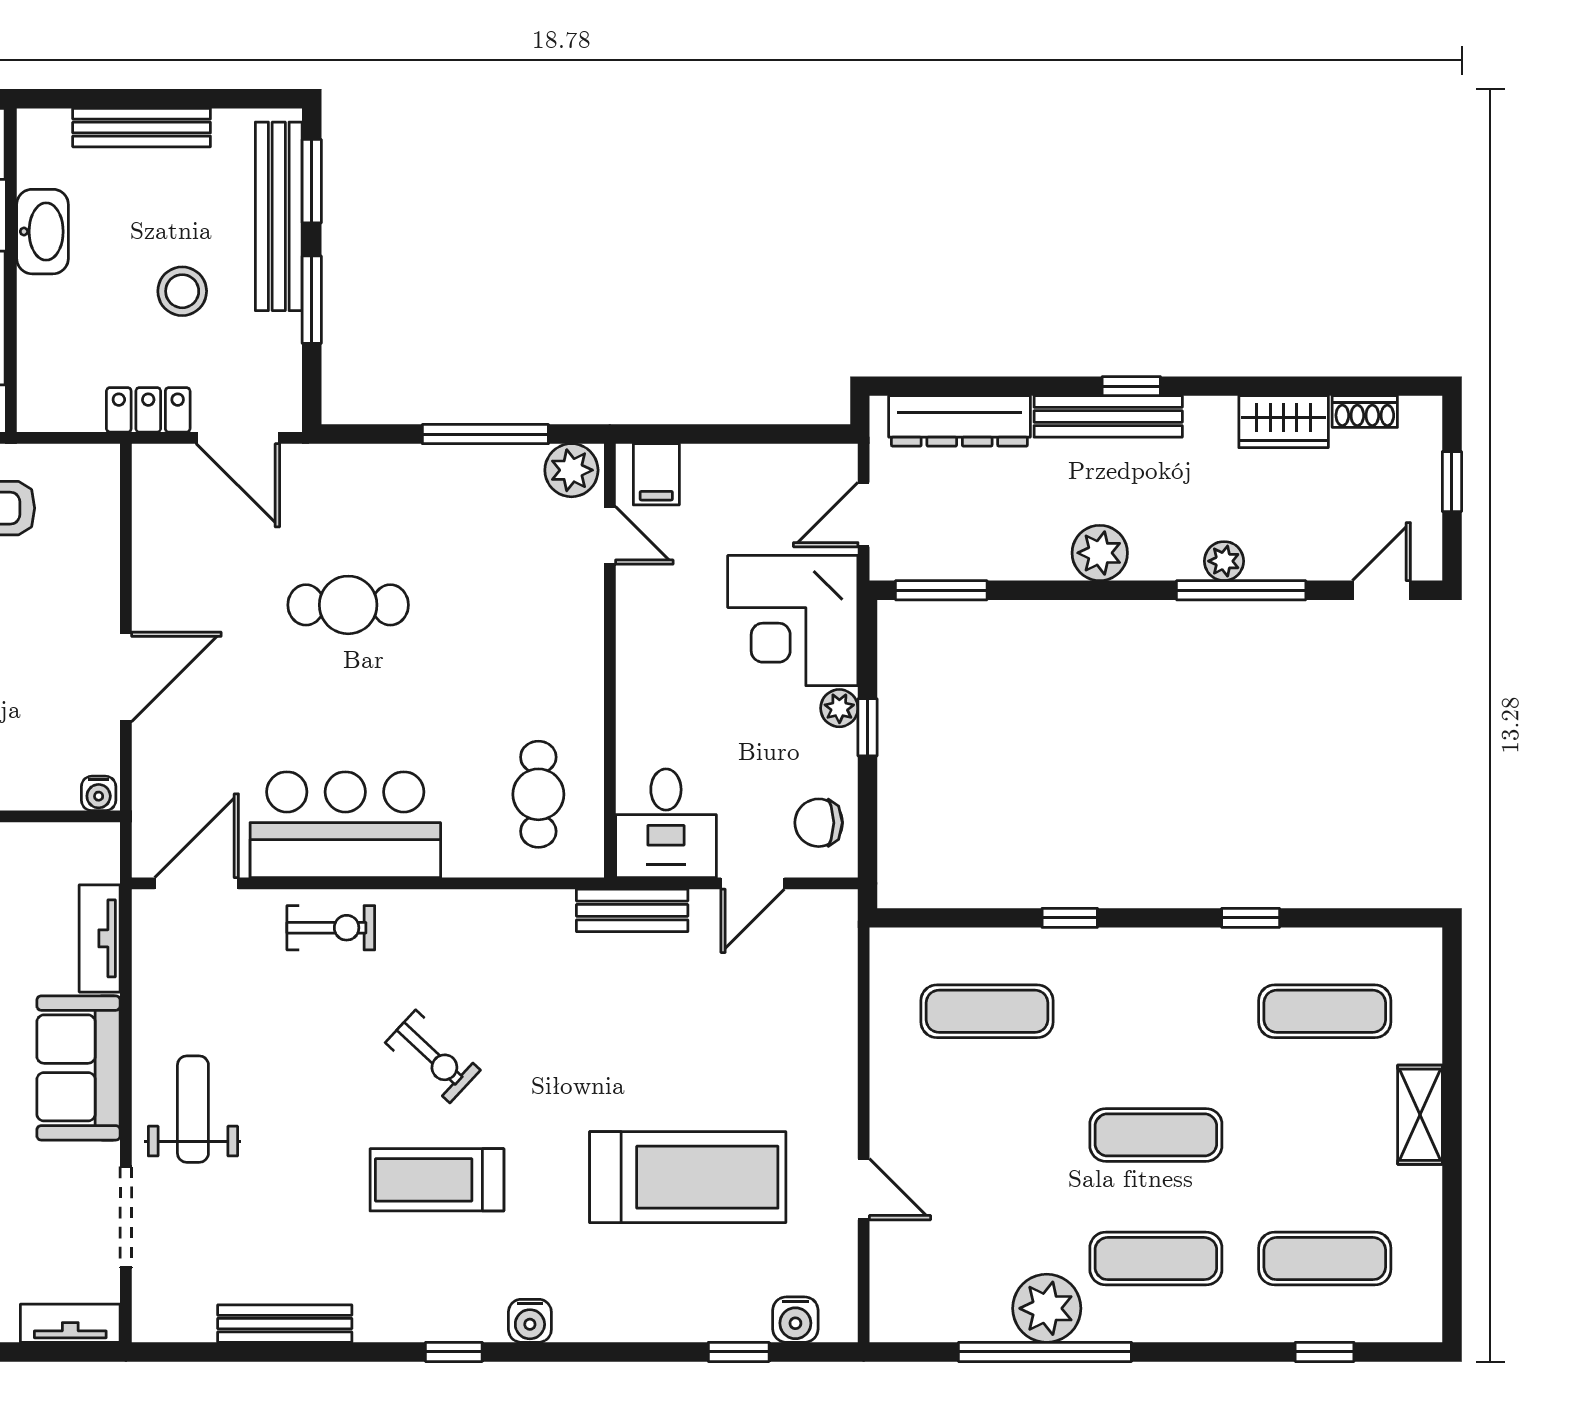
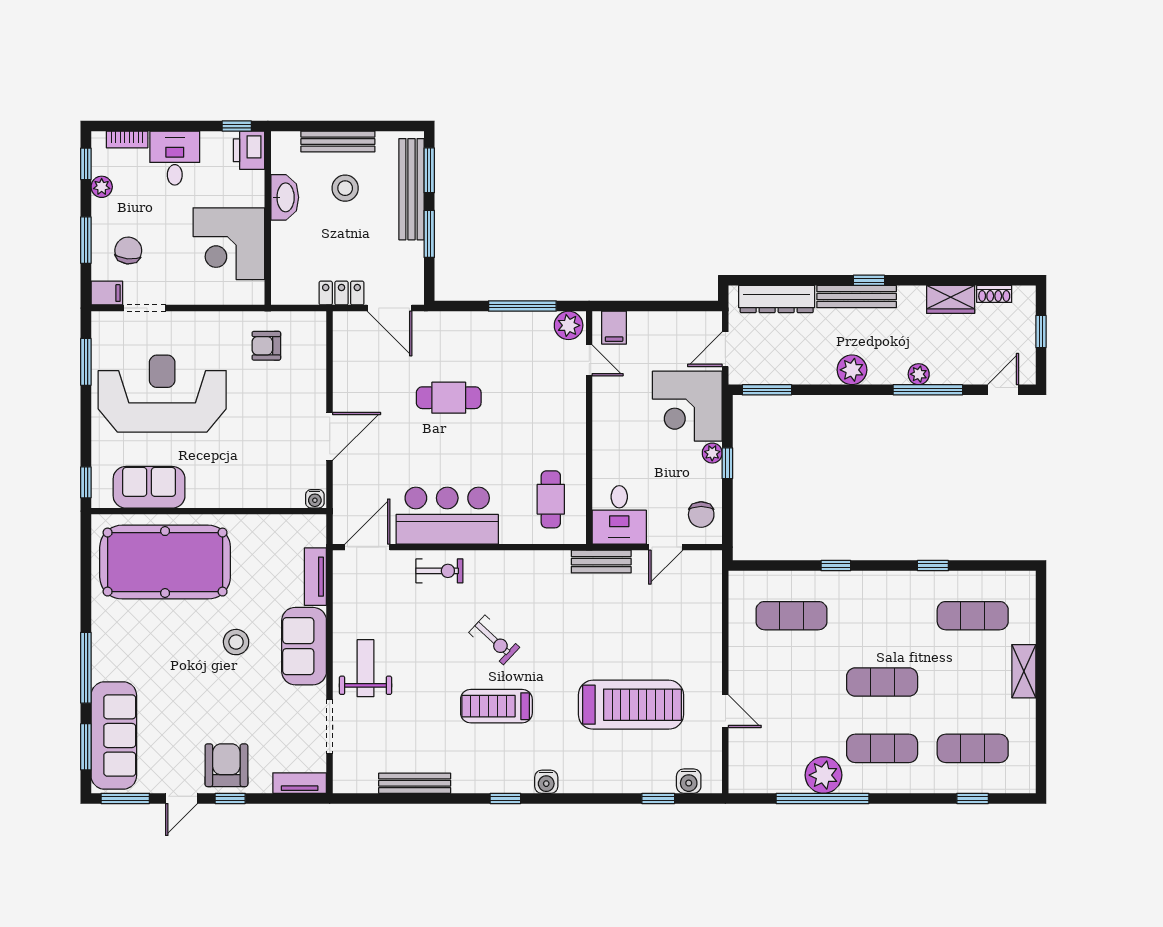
stool: (182, 291) -> (345, 188), moved
chair: (819, 823) -> (701, 515), turned -90

